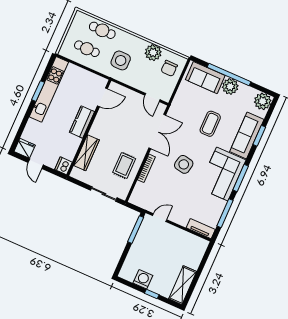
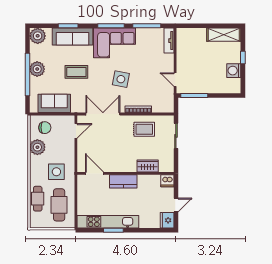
cafe table: (87, 49) -> (59, 205), width x1.37, depth x1.35
sofa: (205, 78) -> (54, 103), moved, turned -90
wardrobe: (87, 153) -> (148, 166), width x0.67

